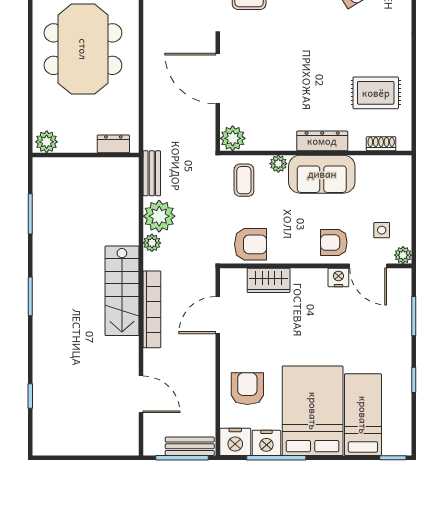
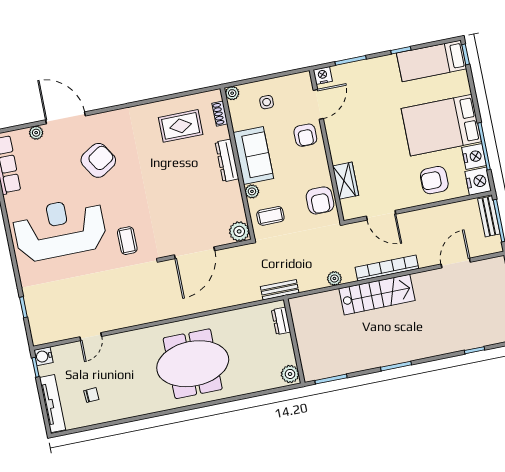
rug: (376, 93) -> (181, 126), turned 90
plant: (47, 142) -> (290, 374), moved
dresser: (113, 144) -> (281, 321), moved
wall: (86, 155) -> (294, 341), moved
plant: (159, 216) -> (312, 277), removed
side table: (382, 230) -> (267, 102), moved
armchair: (251, 244) -> (320, 200), turned 180
plant: (403, 255) -> (232, 93), moved
nightstand: (338, 277) -> (323, 76), moved, turned 90
bed: (363, 415) -> (432, 61), moved

